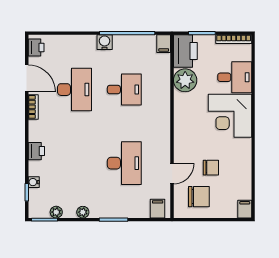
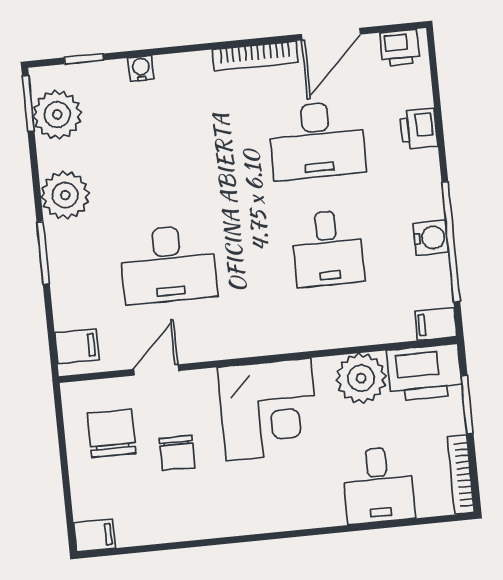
water cooler: (105, 42) -> (431, 238), moved
bookcase: (33, 107) -> (255, 56), width x1.56
corner desk: (230, 116) -> (268, 409), moved, turned 180
printer: (36, 151) -> (419, 129), moved, turned 90
door: (172, 174) -> (156, 370), swing flipped
water cooler: (34, 182) -> (141, 69), moved
chair: (199, 197) -> (112, 433), turned 180
plant: (56, 212) -> (57, 115), width x1.88, depth x1.88
plant: (83, 212) -> (65, 195), width x1.88, depth x1.88

